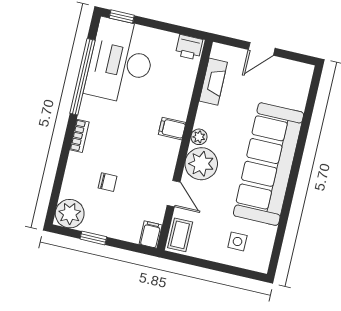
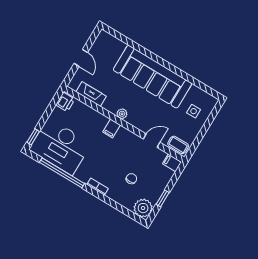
plant: (201, 164) -> (139, 118), removed

